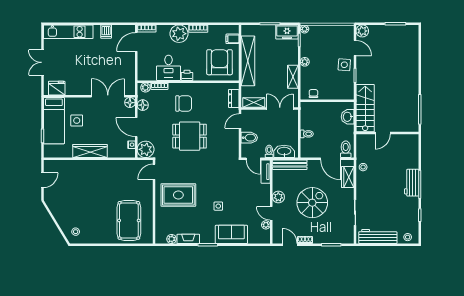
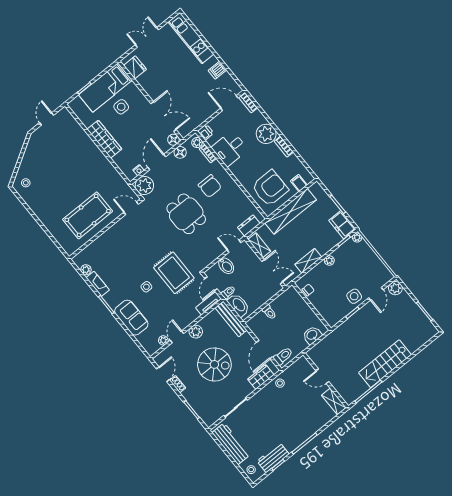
printer: (187, 75) -> (206, 132), moved
stairs: (365, 108) -> (385, 364), moved, turned 180
shelving: (407, 139) -> (334, 401), added
door: (42, 180) -> (47, 119), swing flipped
workbench: (412, 183) -> (273, 458), moved
rug: (178, 195) -> (174, 273), moved
pool table: (129, 220) -> (88, 215), moved

